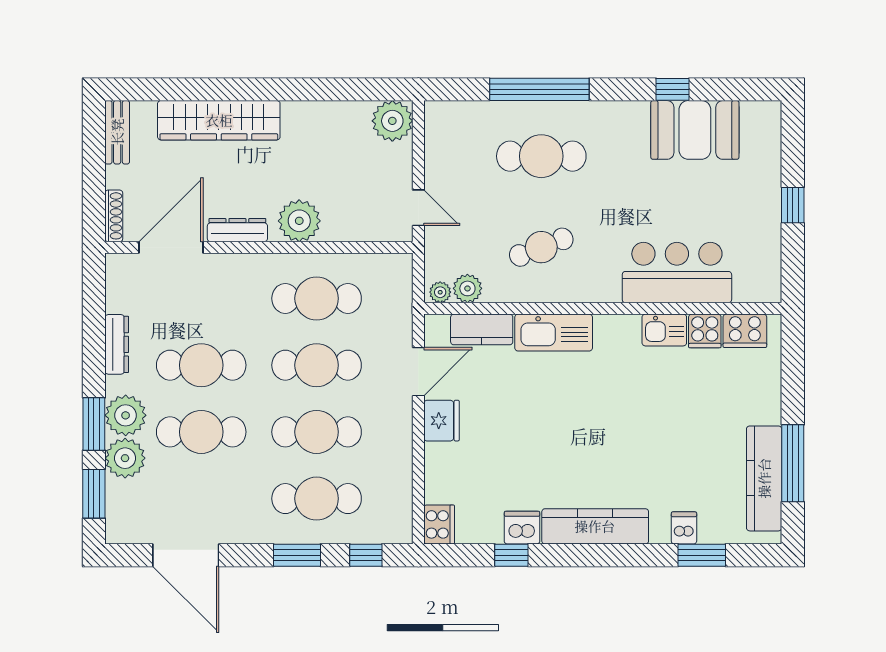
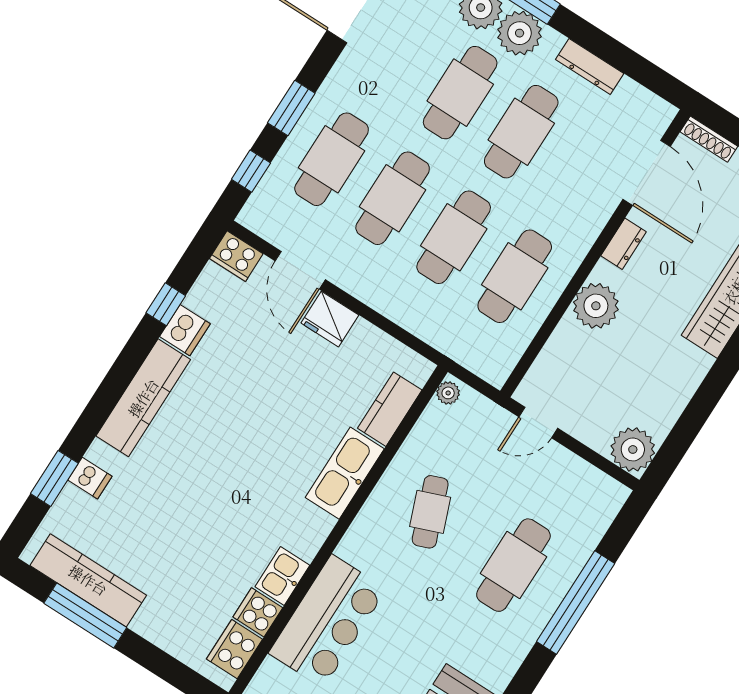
dresser: (237, 230) -> (624, 244), width x0.70
plant: (467, 288) -> (436, 420), removed
door: (418, 372) -> (300, 270), moved

